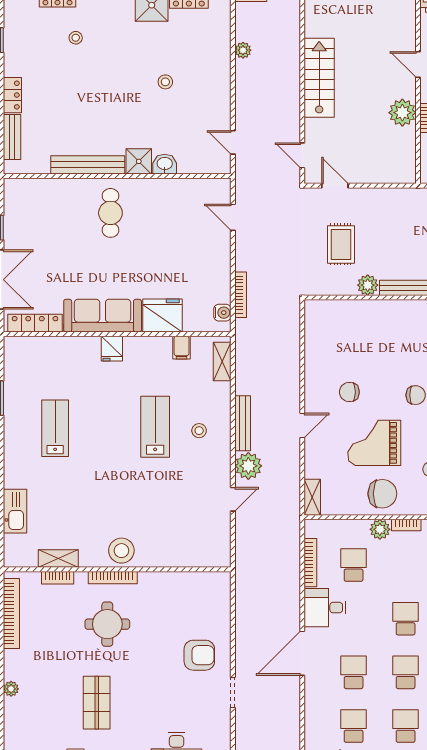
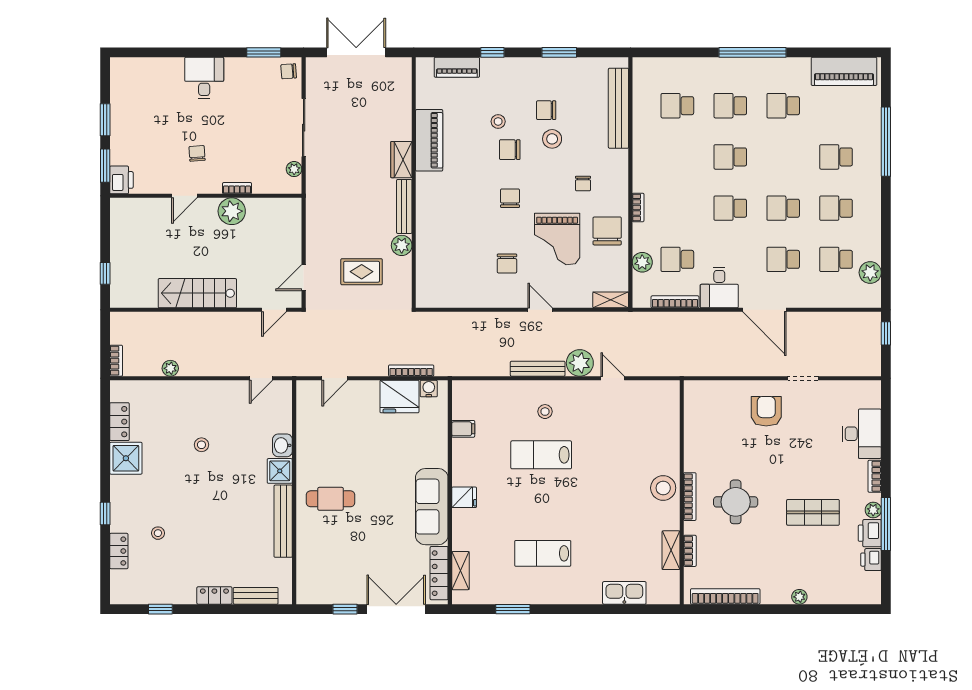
fridge: (163, 315) -> (399, 397), moved, turned -90
shelving: (222, 361) -> (460, 571), moved, turned 90
plant: (380, 529) -> (642, 262), moved

